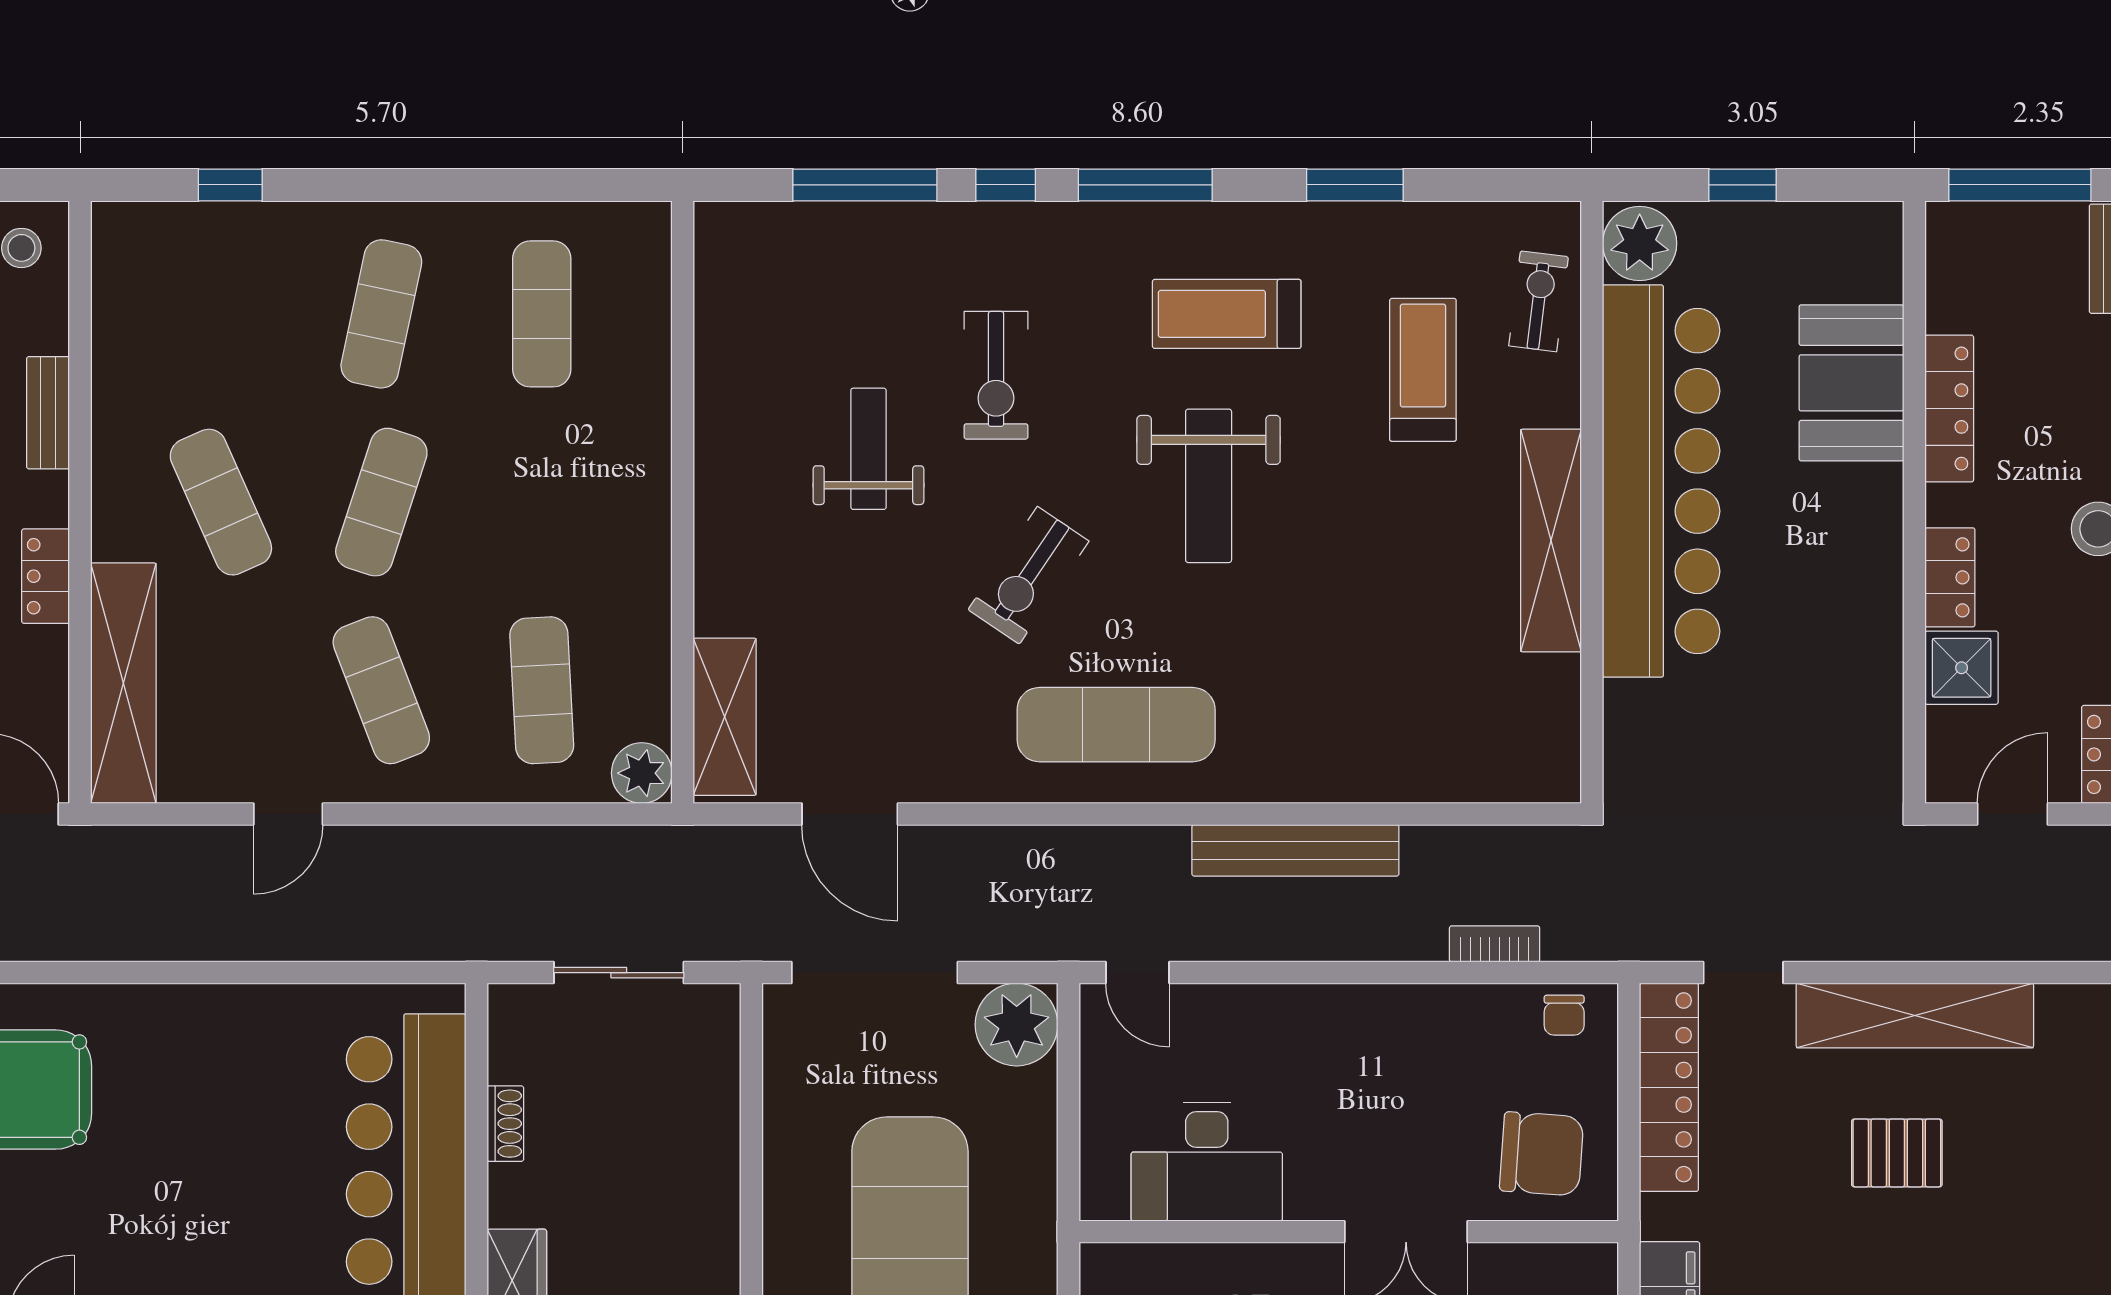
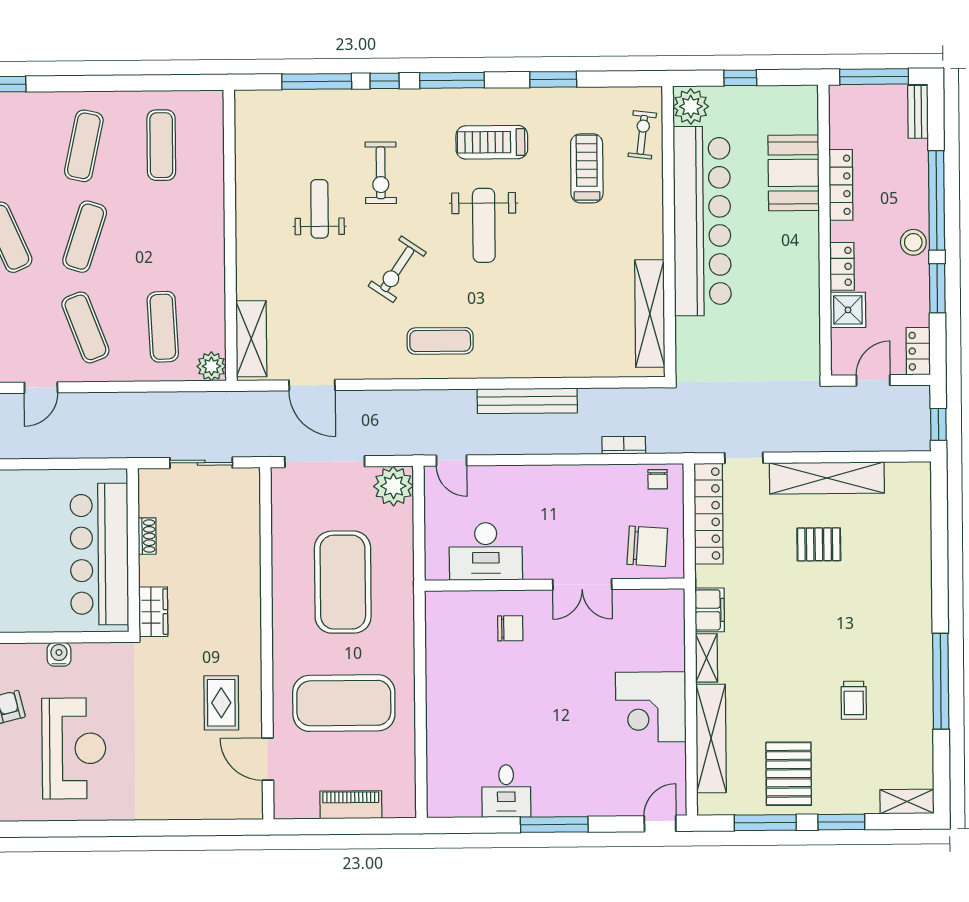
shelving: (1551, 540) -> (650, 313), moved
exercise mat: (1116, 725) -> (440, 341), width x0.73, depth x0.69

